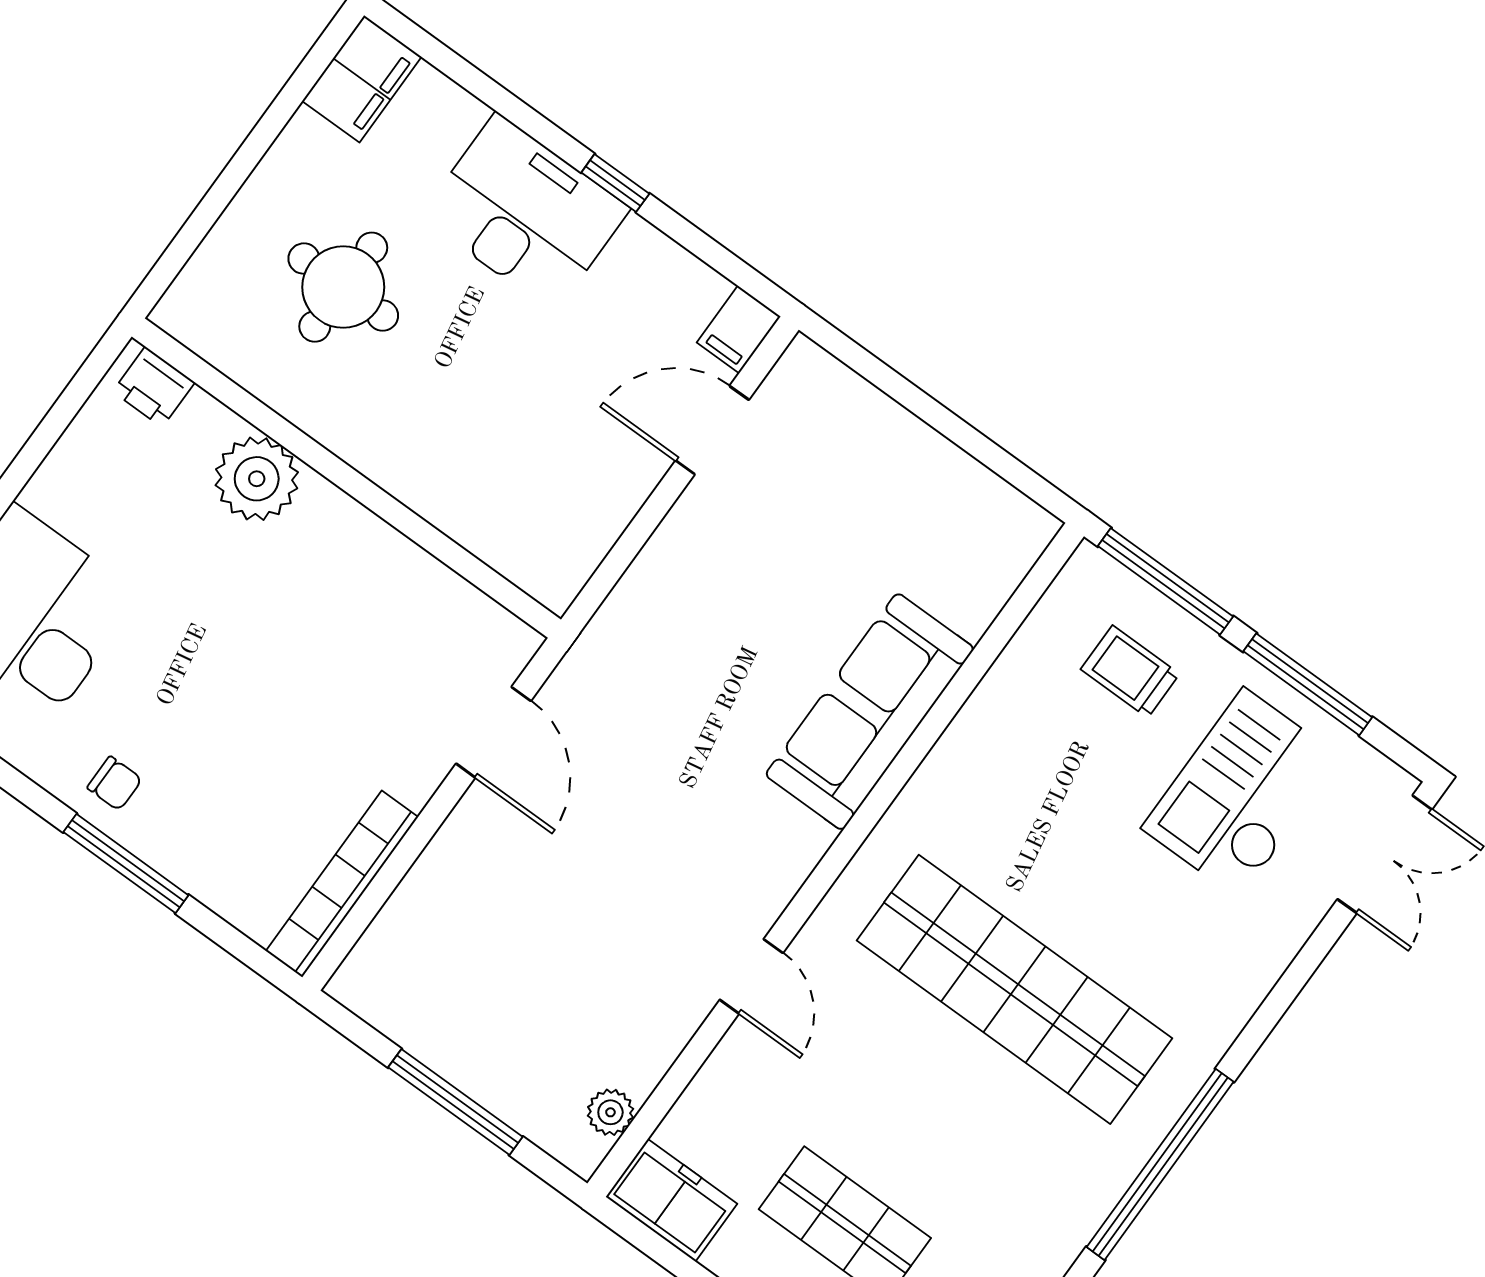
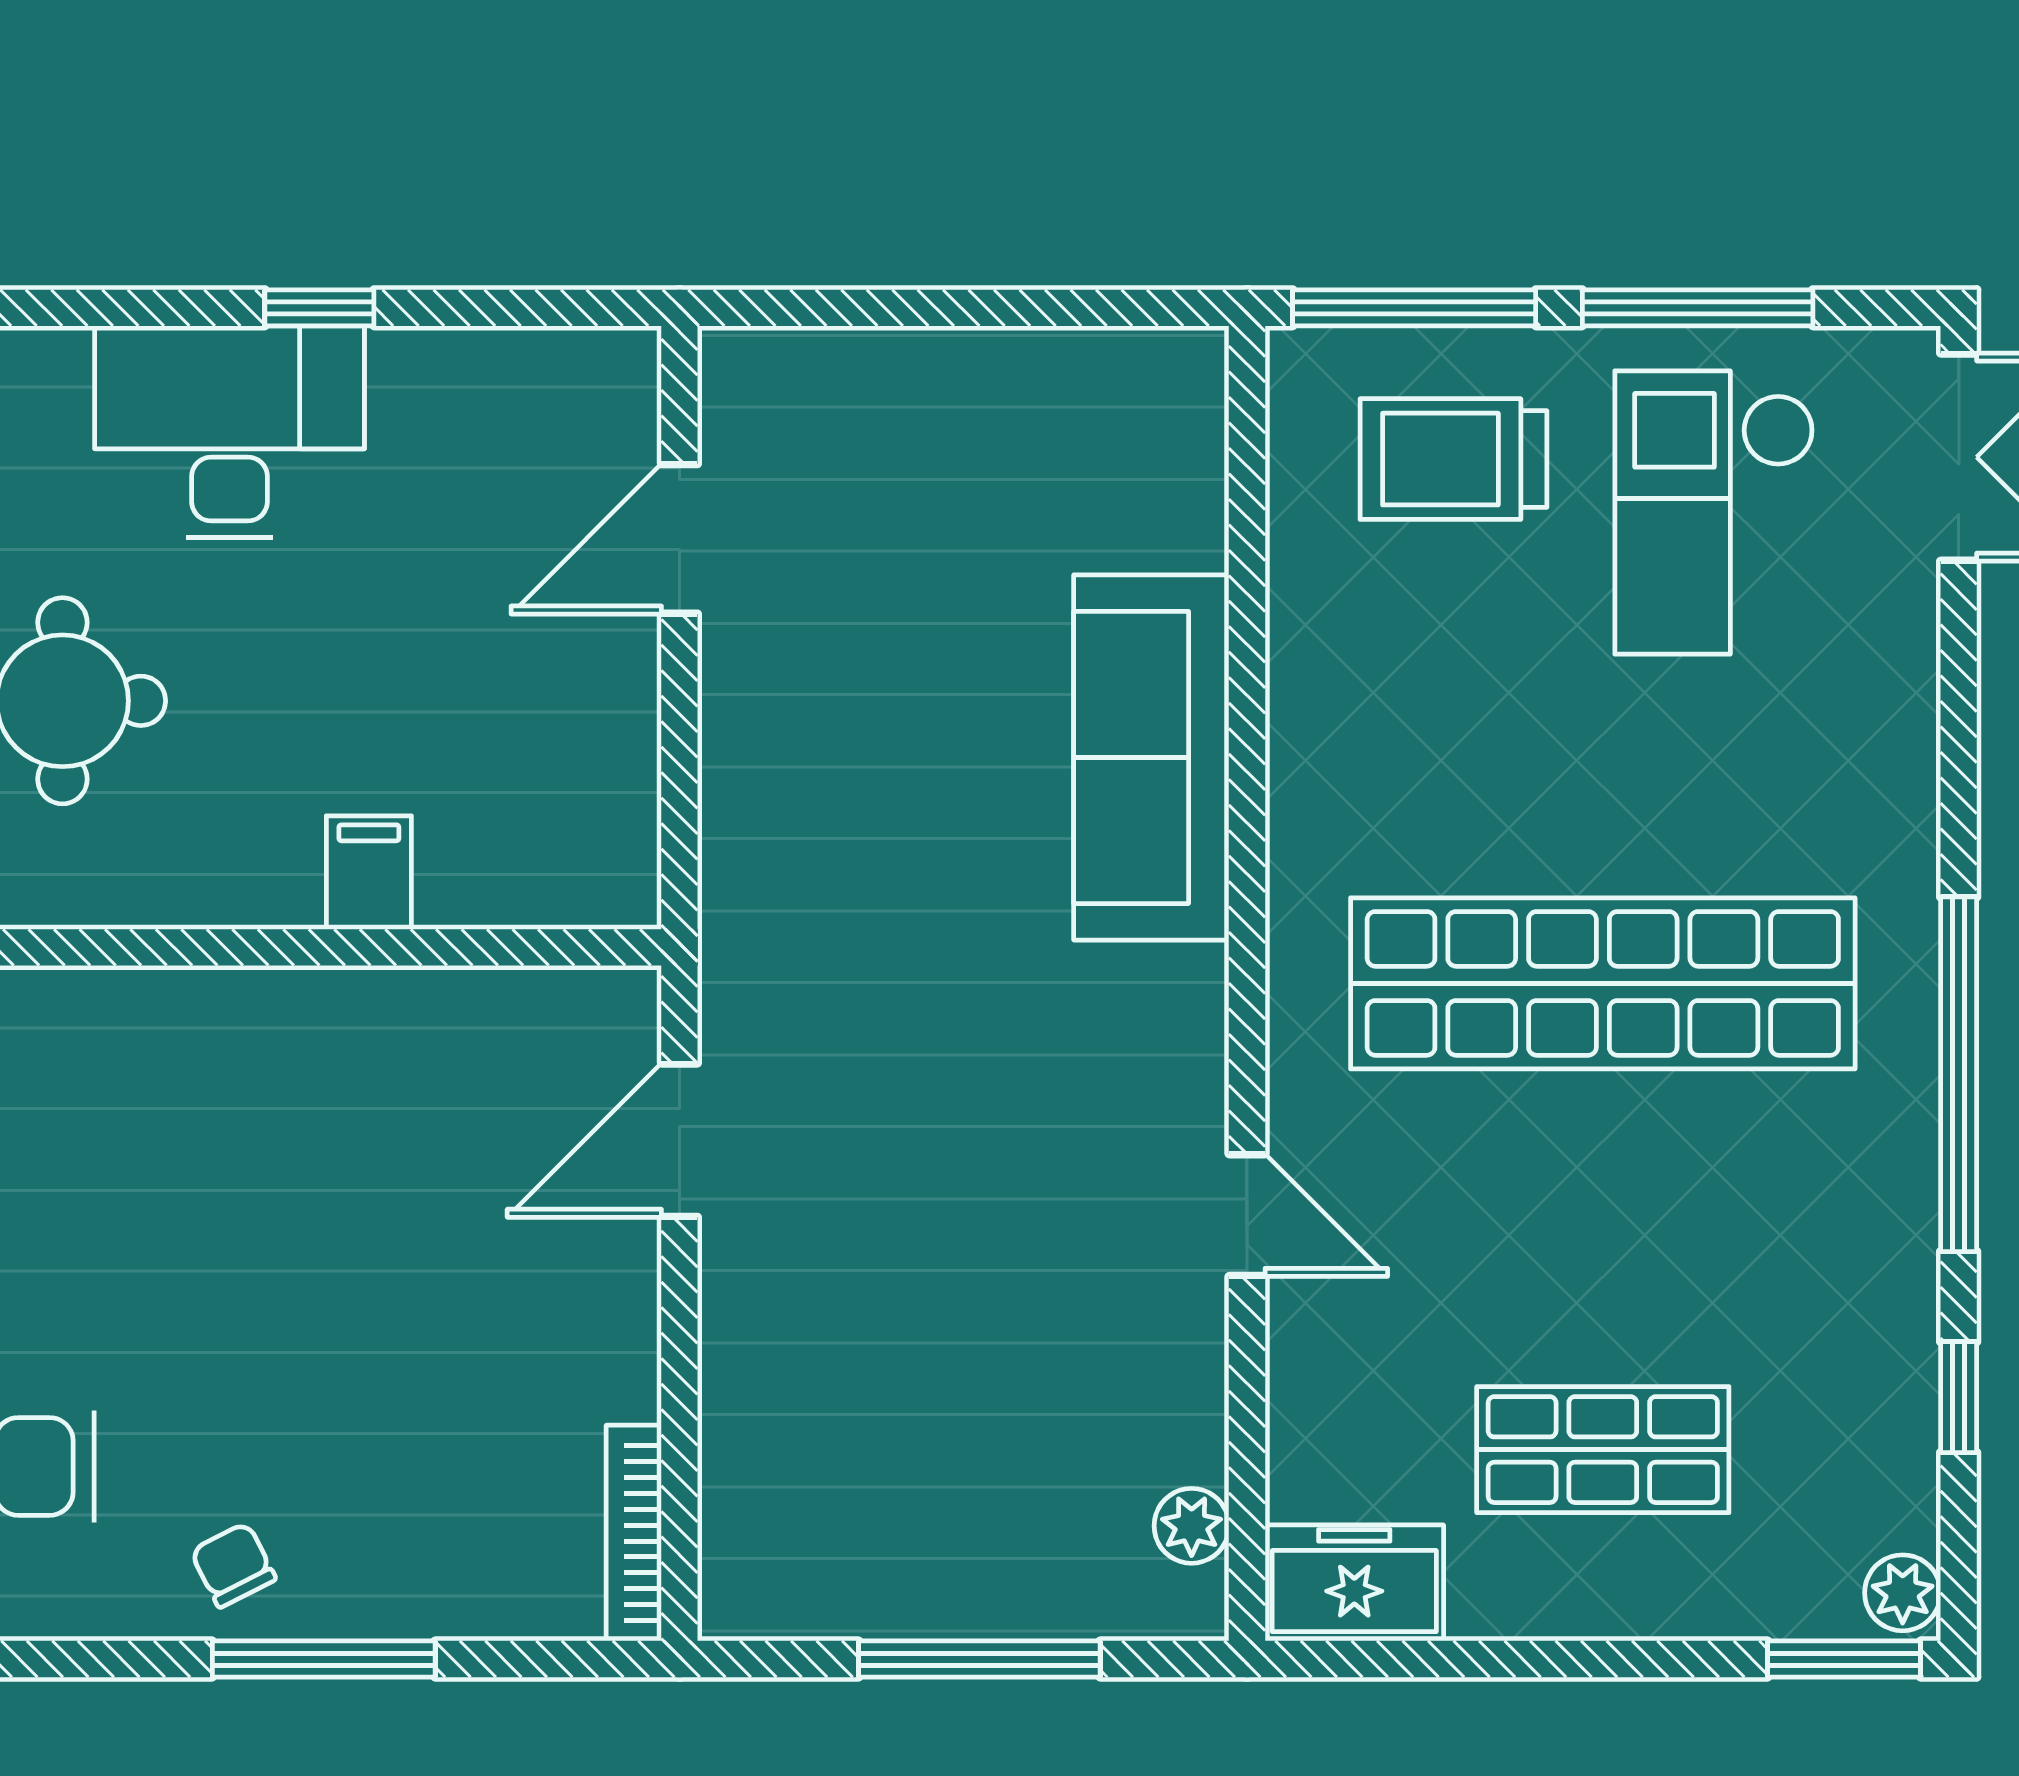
filing cabinet: (739, 330) -> (369, 873), moved, turned 180
plant: (257, 479) -> (131, 1033), removed
trolley: (1130, 672) -> (1454, 459), width x1.36, depth x1.39
door: (493, 732) -> (679, 1140), swing flipped
chair: (115, 783) -> (233, 1565), turned -117
bookcase: (342, 884) -> (634, 1533), width x0.68, depth x0.76

